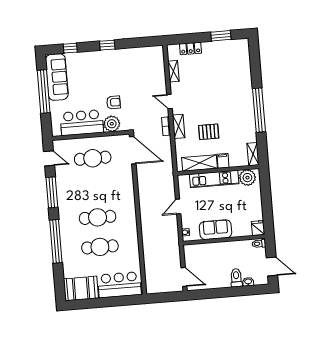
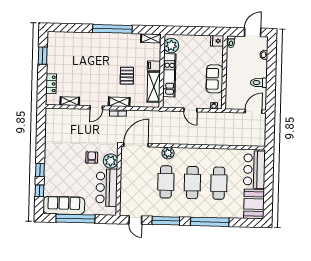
window: (107, 45) -> (40, 170), moved
door: (49, 158) -> (135, 220), swing flipped
cafe table: (93, 158) -> (166, 182), moved
plant: (127, 187) -> (168, 153), added
toilet: (236, 278) -> (259, 83), moved

